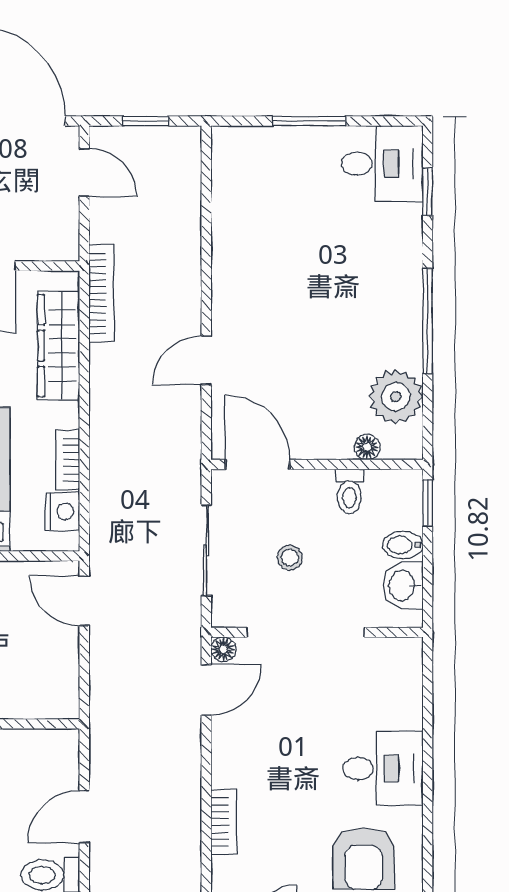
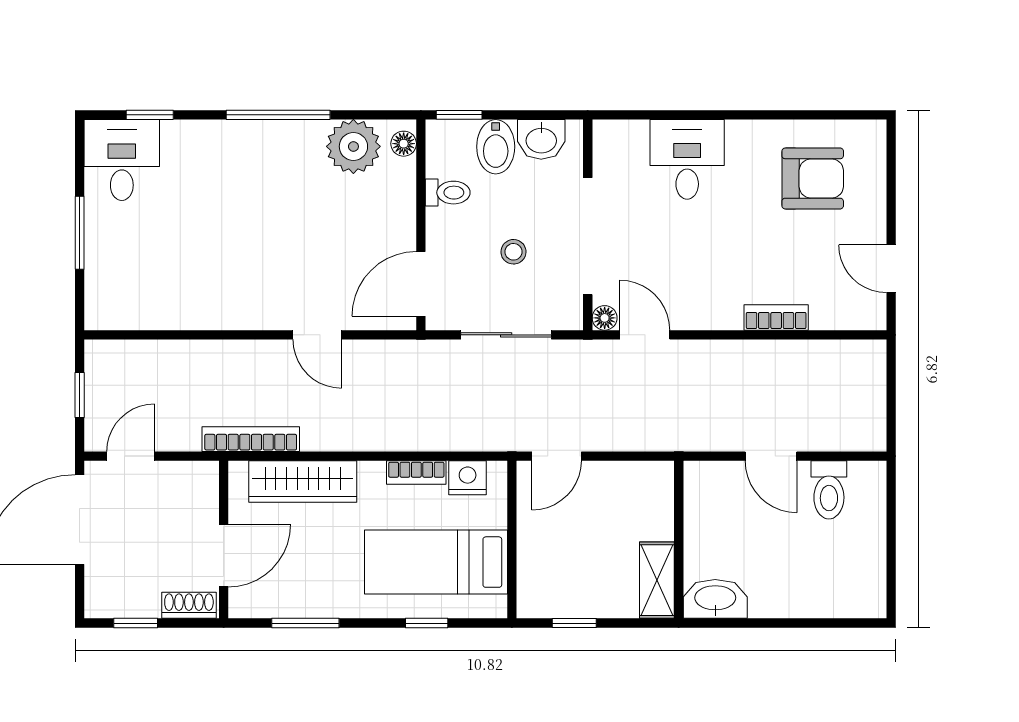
floor lamp: (367, 447) -> (404, 144), moved
bidet: (403, 545) -> (496, 147), width x1.38, depth x1.36
desk: (383, 769) -> (687, 159), moved

